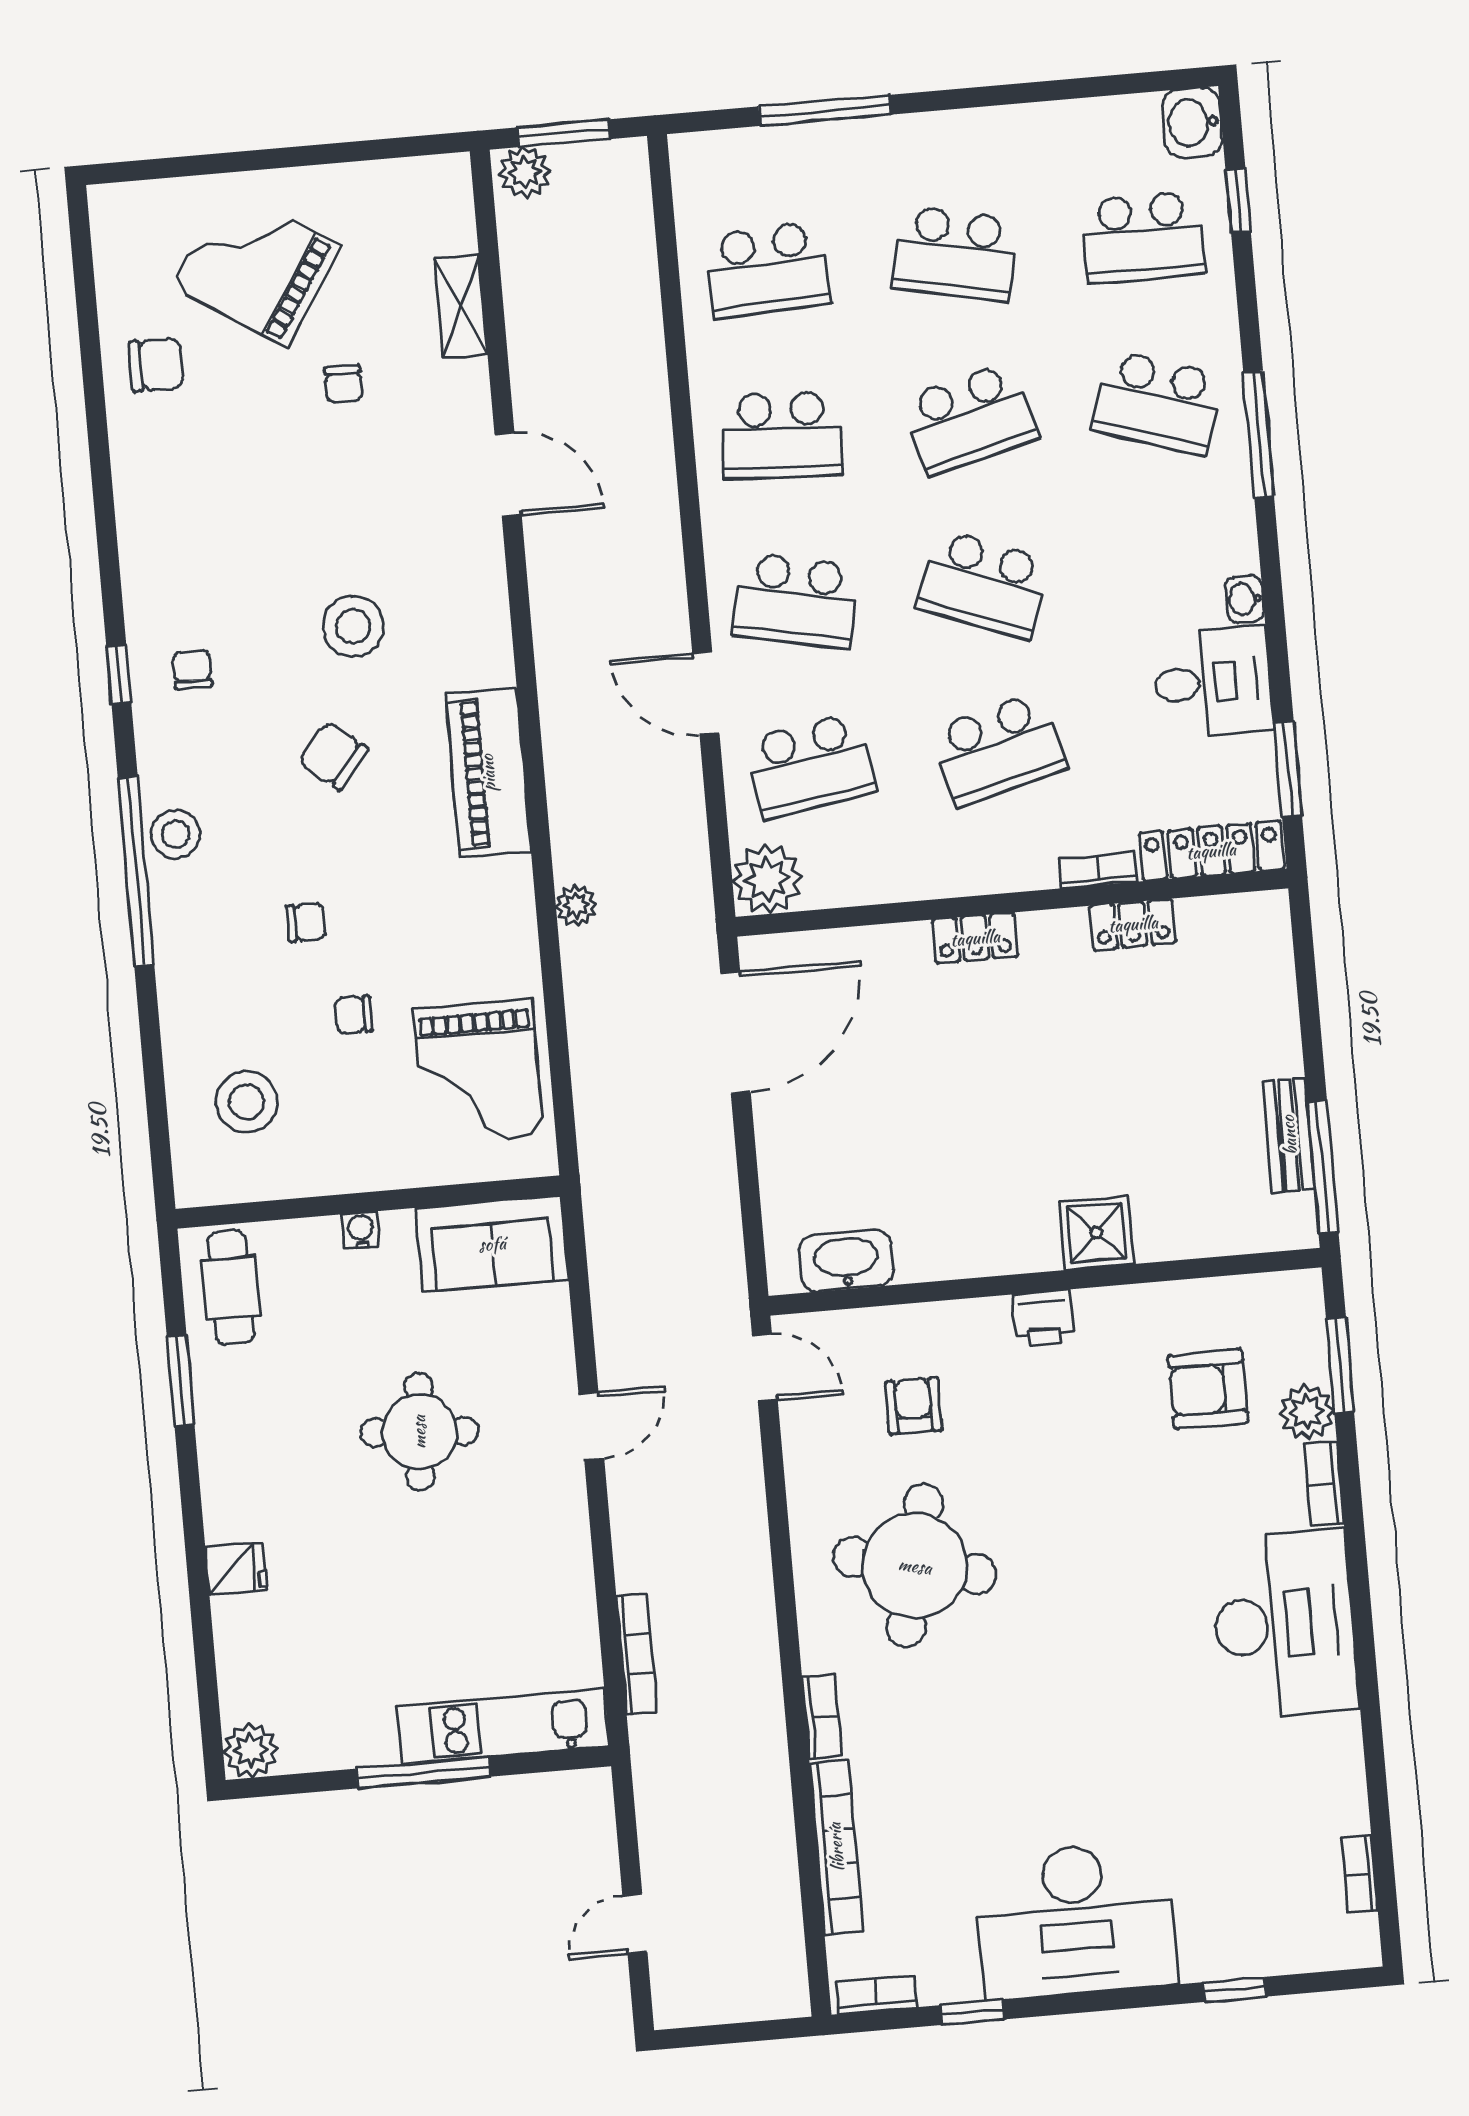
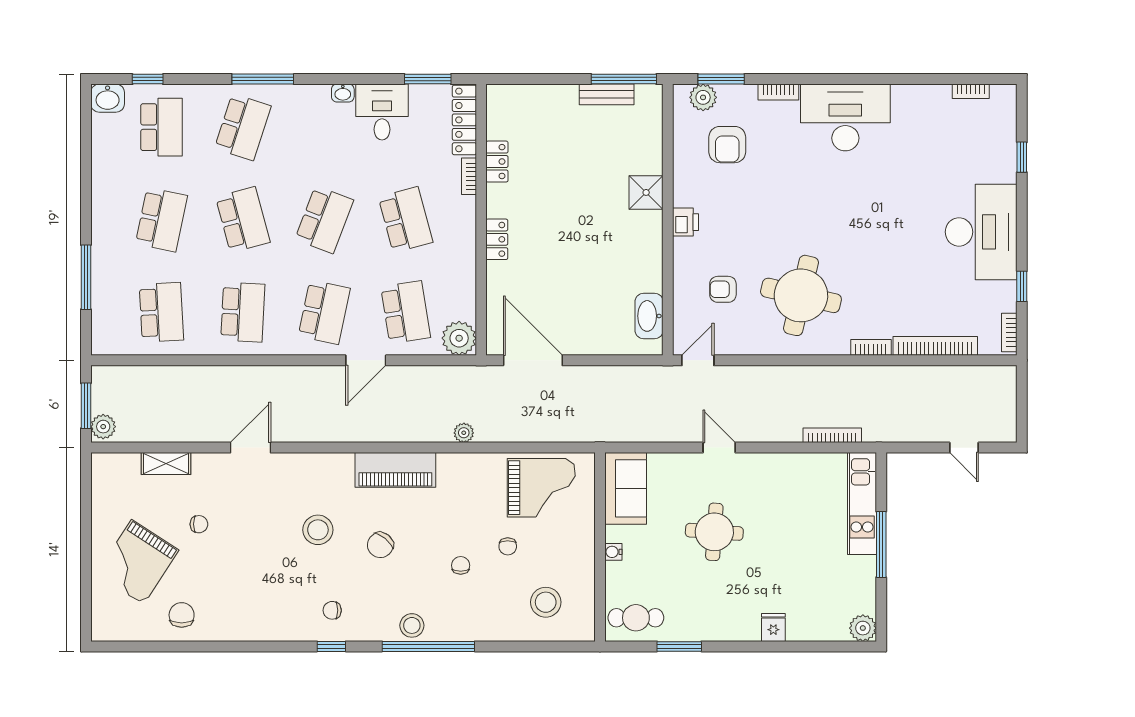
plant: (1307, 1412) -> (703, 97), moved

